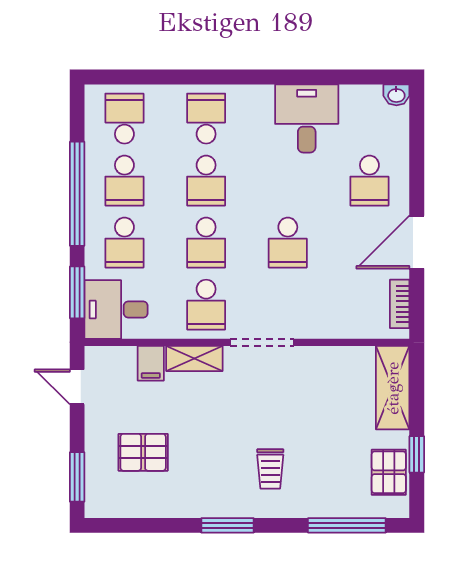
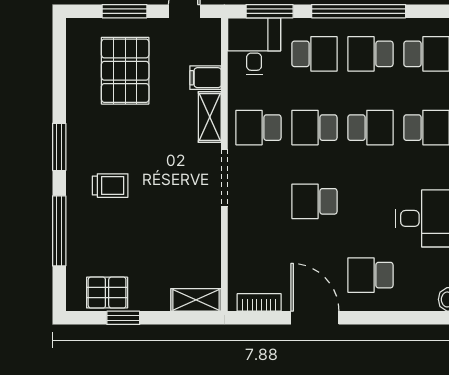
school desk: (206, 181) -> (370, 128), turned 180
school desk: (124, 243) -> (314, 54), turned 180
shelving: (393, 388) -> (196, 300), width x0.67, depth x0.75
pallet: (143, 452) -> (125, 71), width x1.50, depth x1.42
trolley: (270, 469) -> (110, 186), turned 180
window: (77, 477) -> (125, 11), moved
window: (347, 525) -> (59, 231), moved

